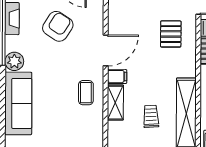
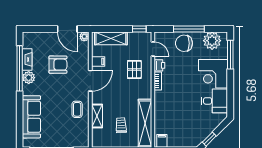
armchair: (58, 26) -> (58, 65), turned 57
plant: (14, 61) -> (29, 78), moved
filing cabinet: (117, 76) -> (98, 62), moved

